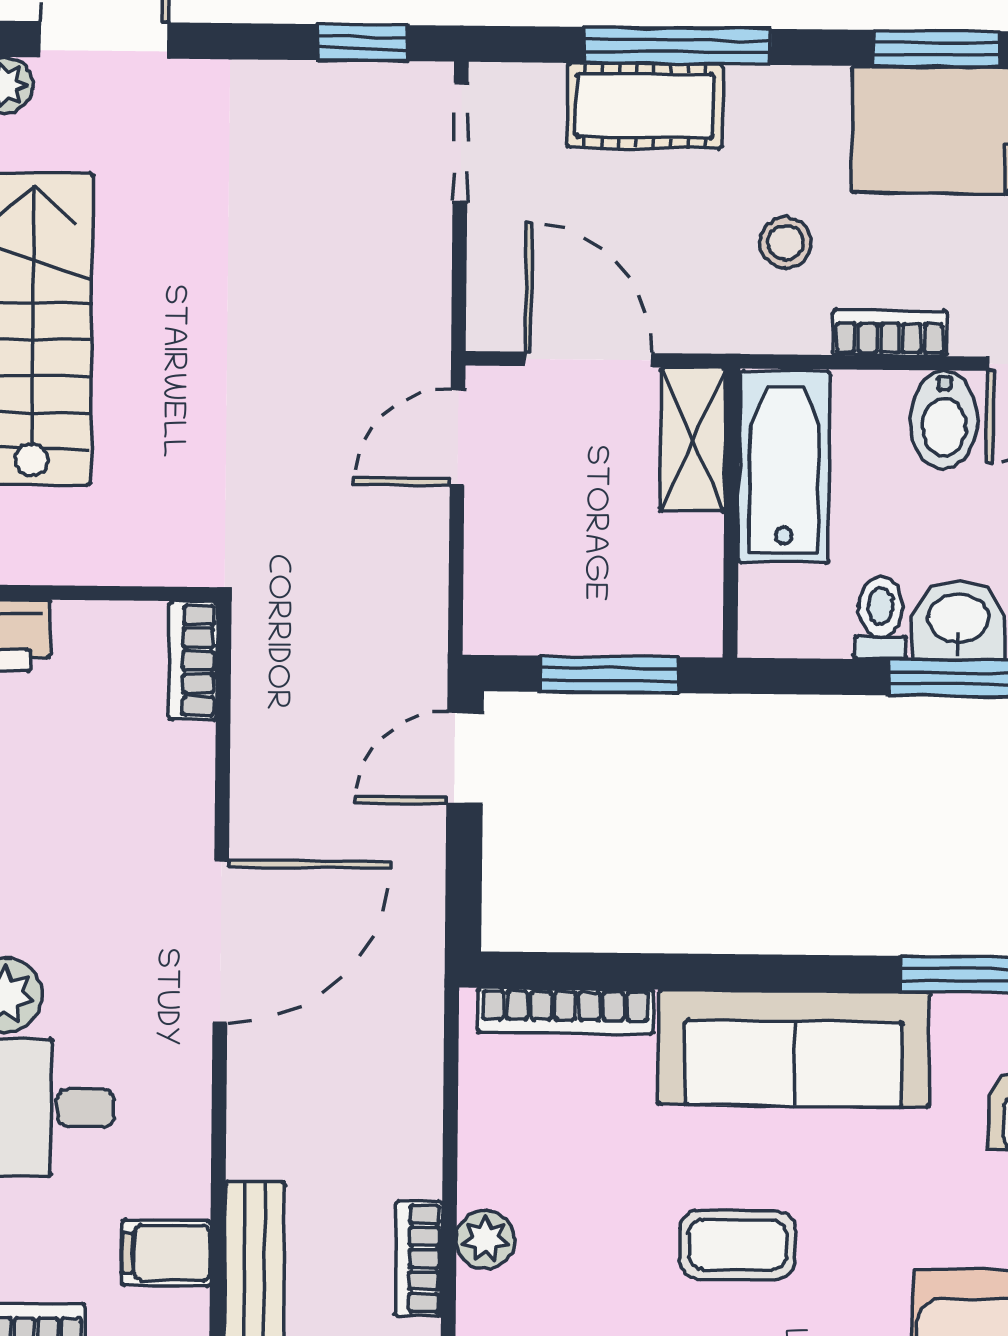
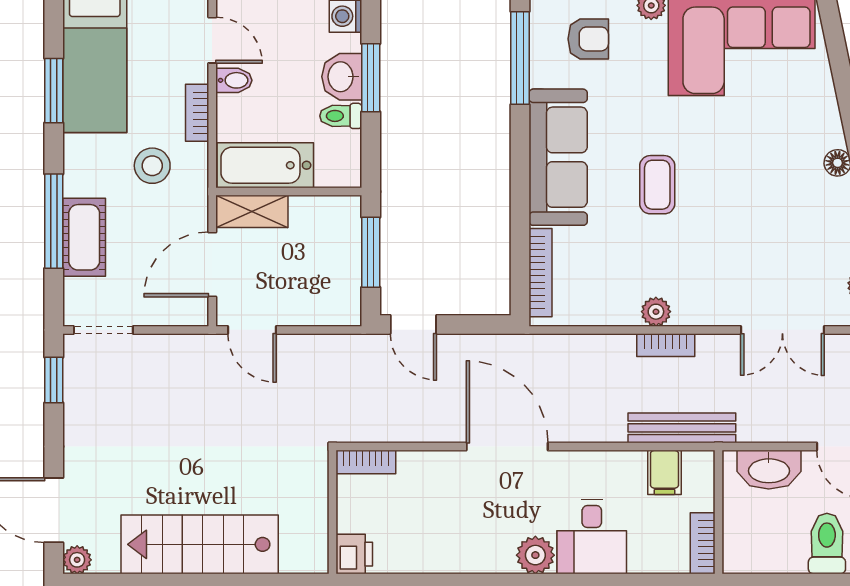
stool: (786, 243) -> (152, 166), width x1.37, depth x1.37
bidet: (944, 419) -> (234, 80), width x0.72, depth x0.74

